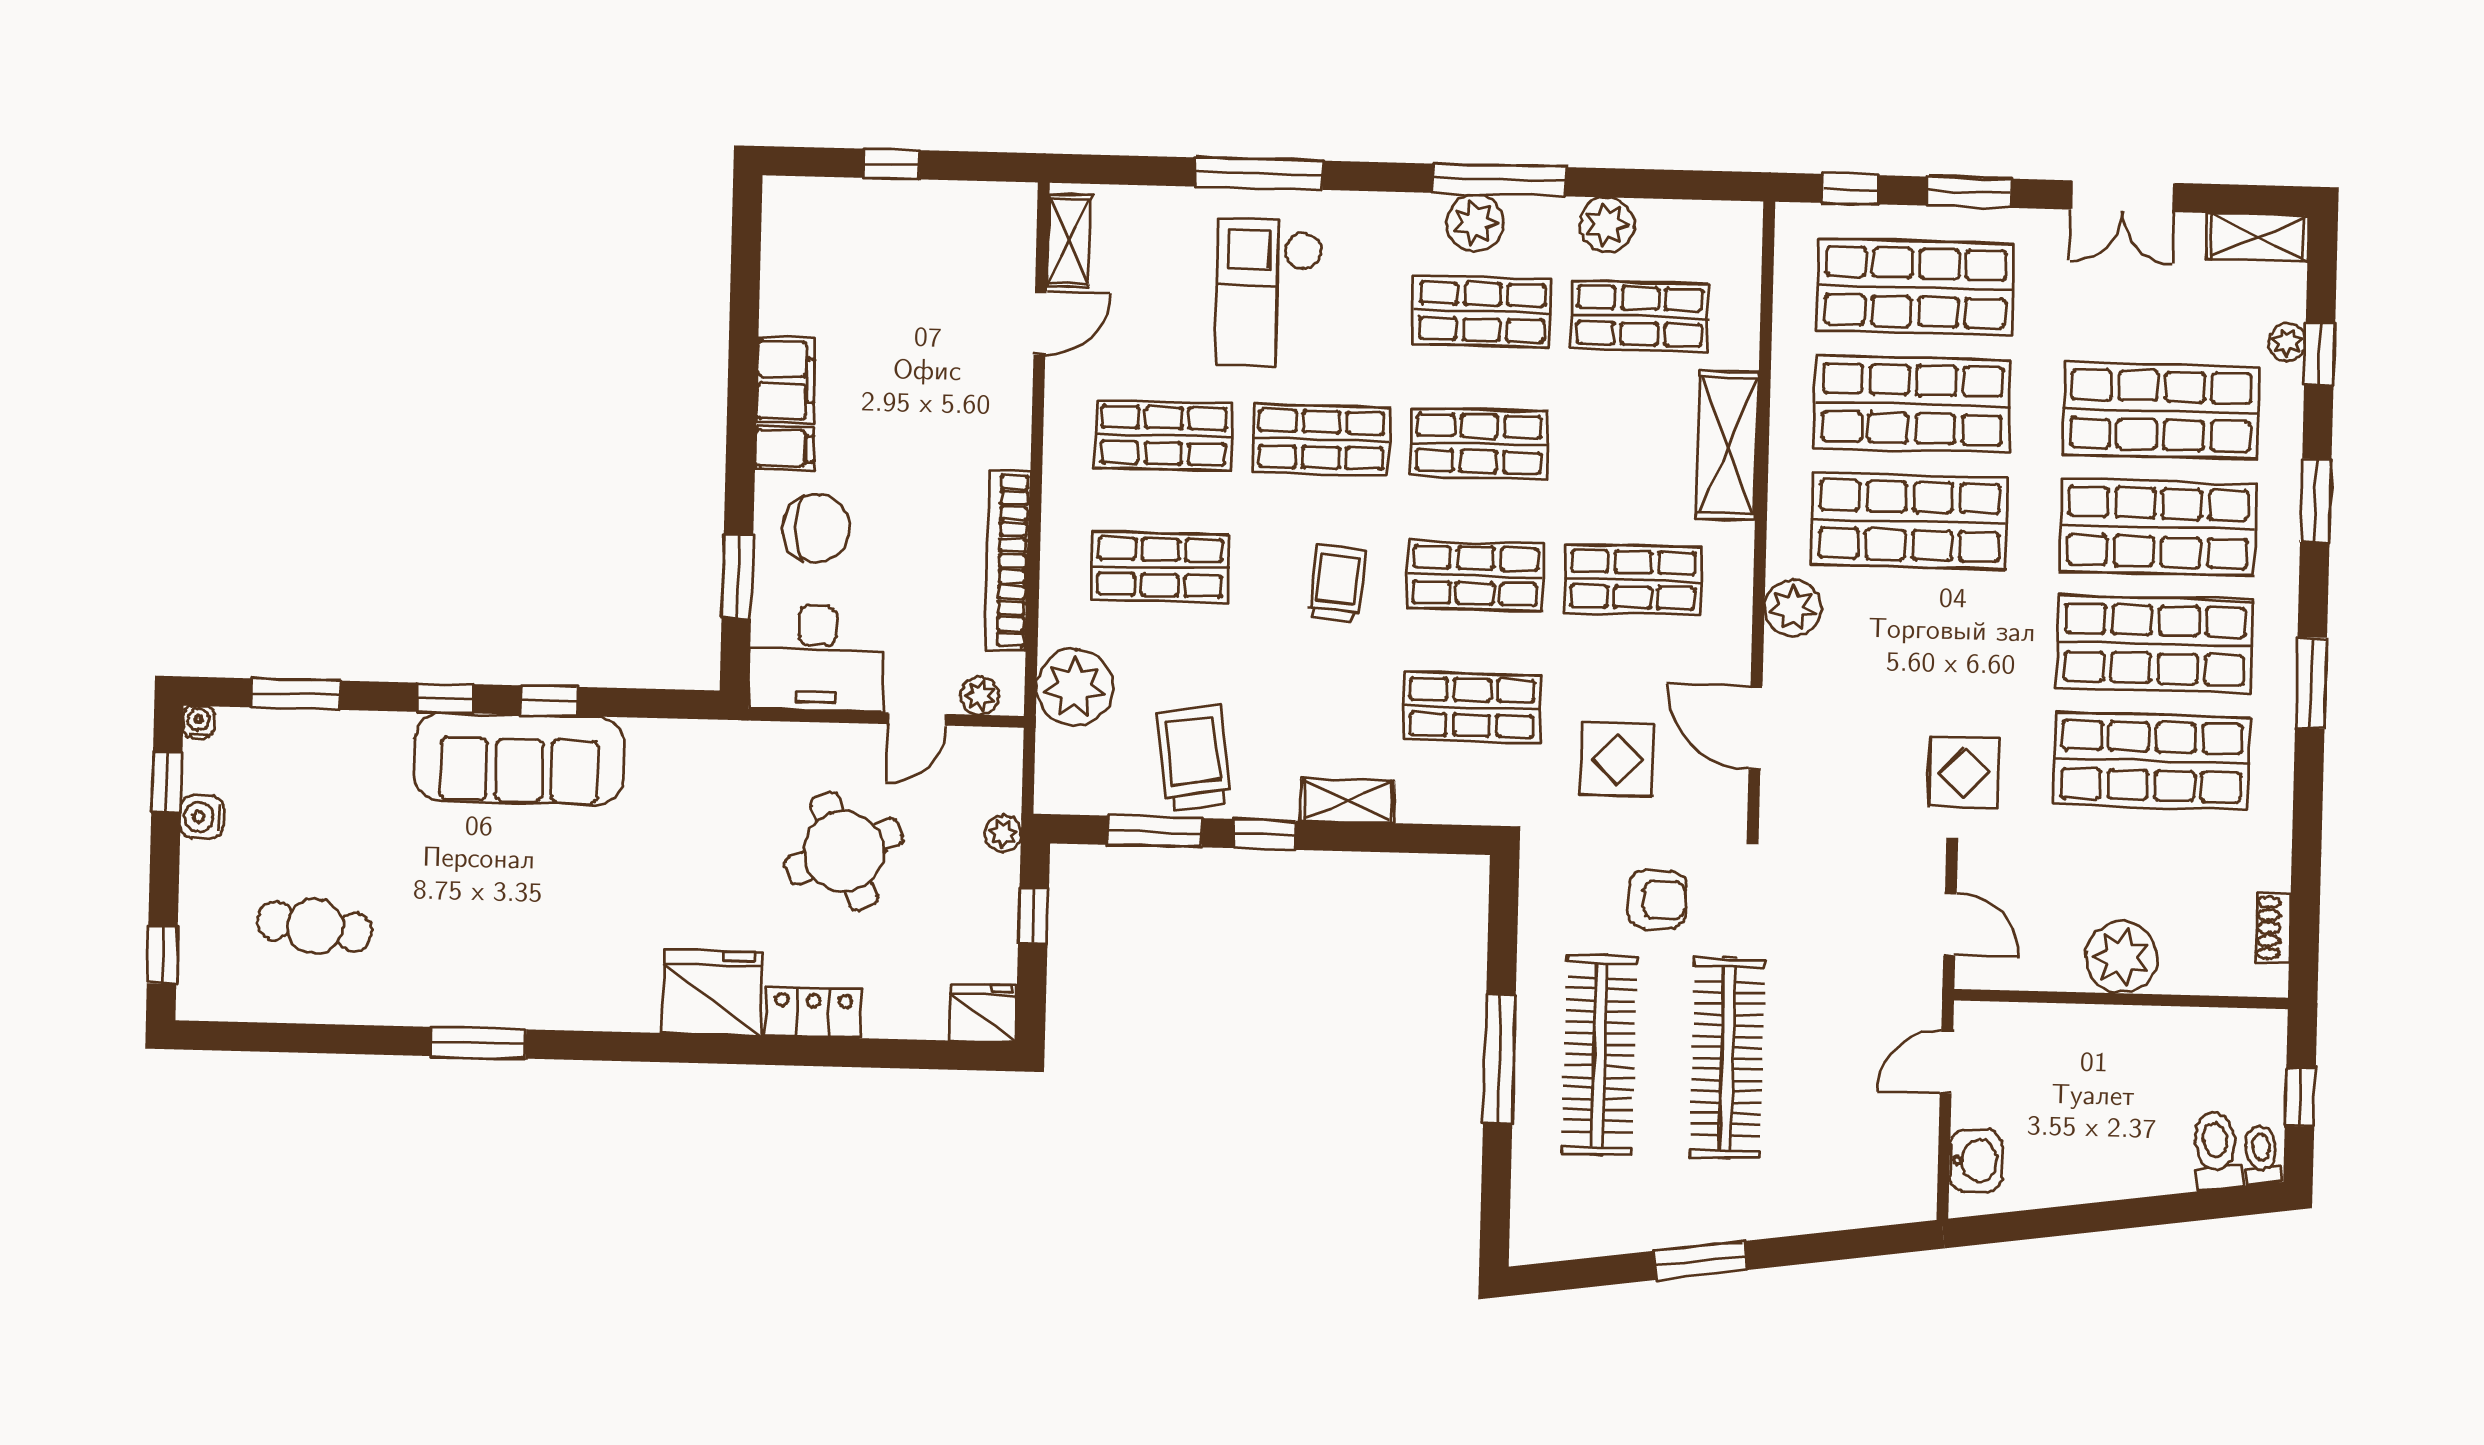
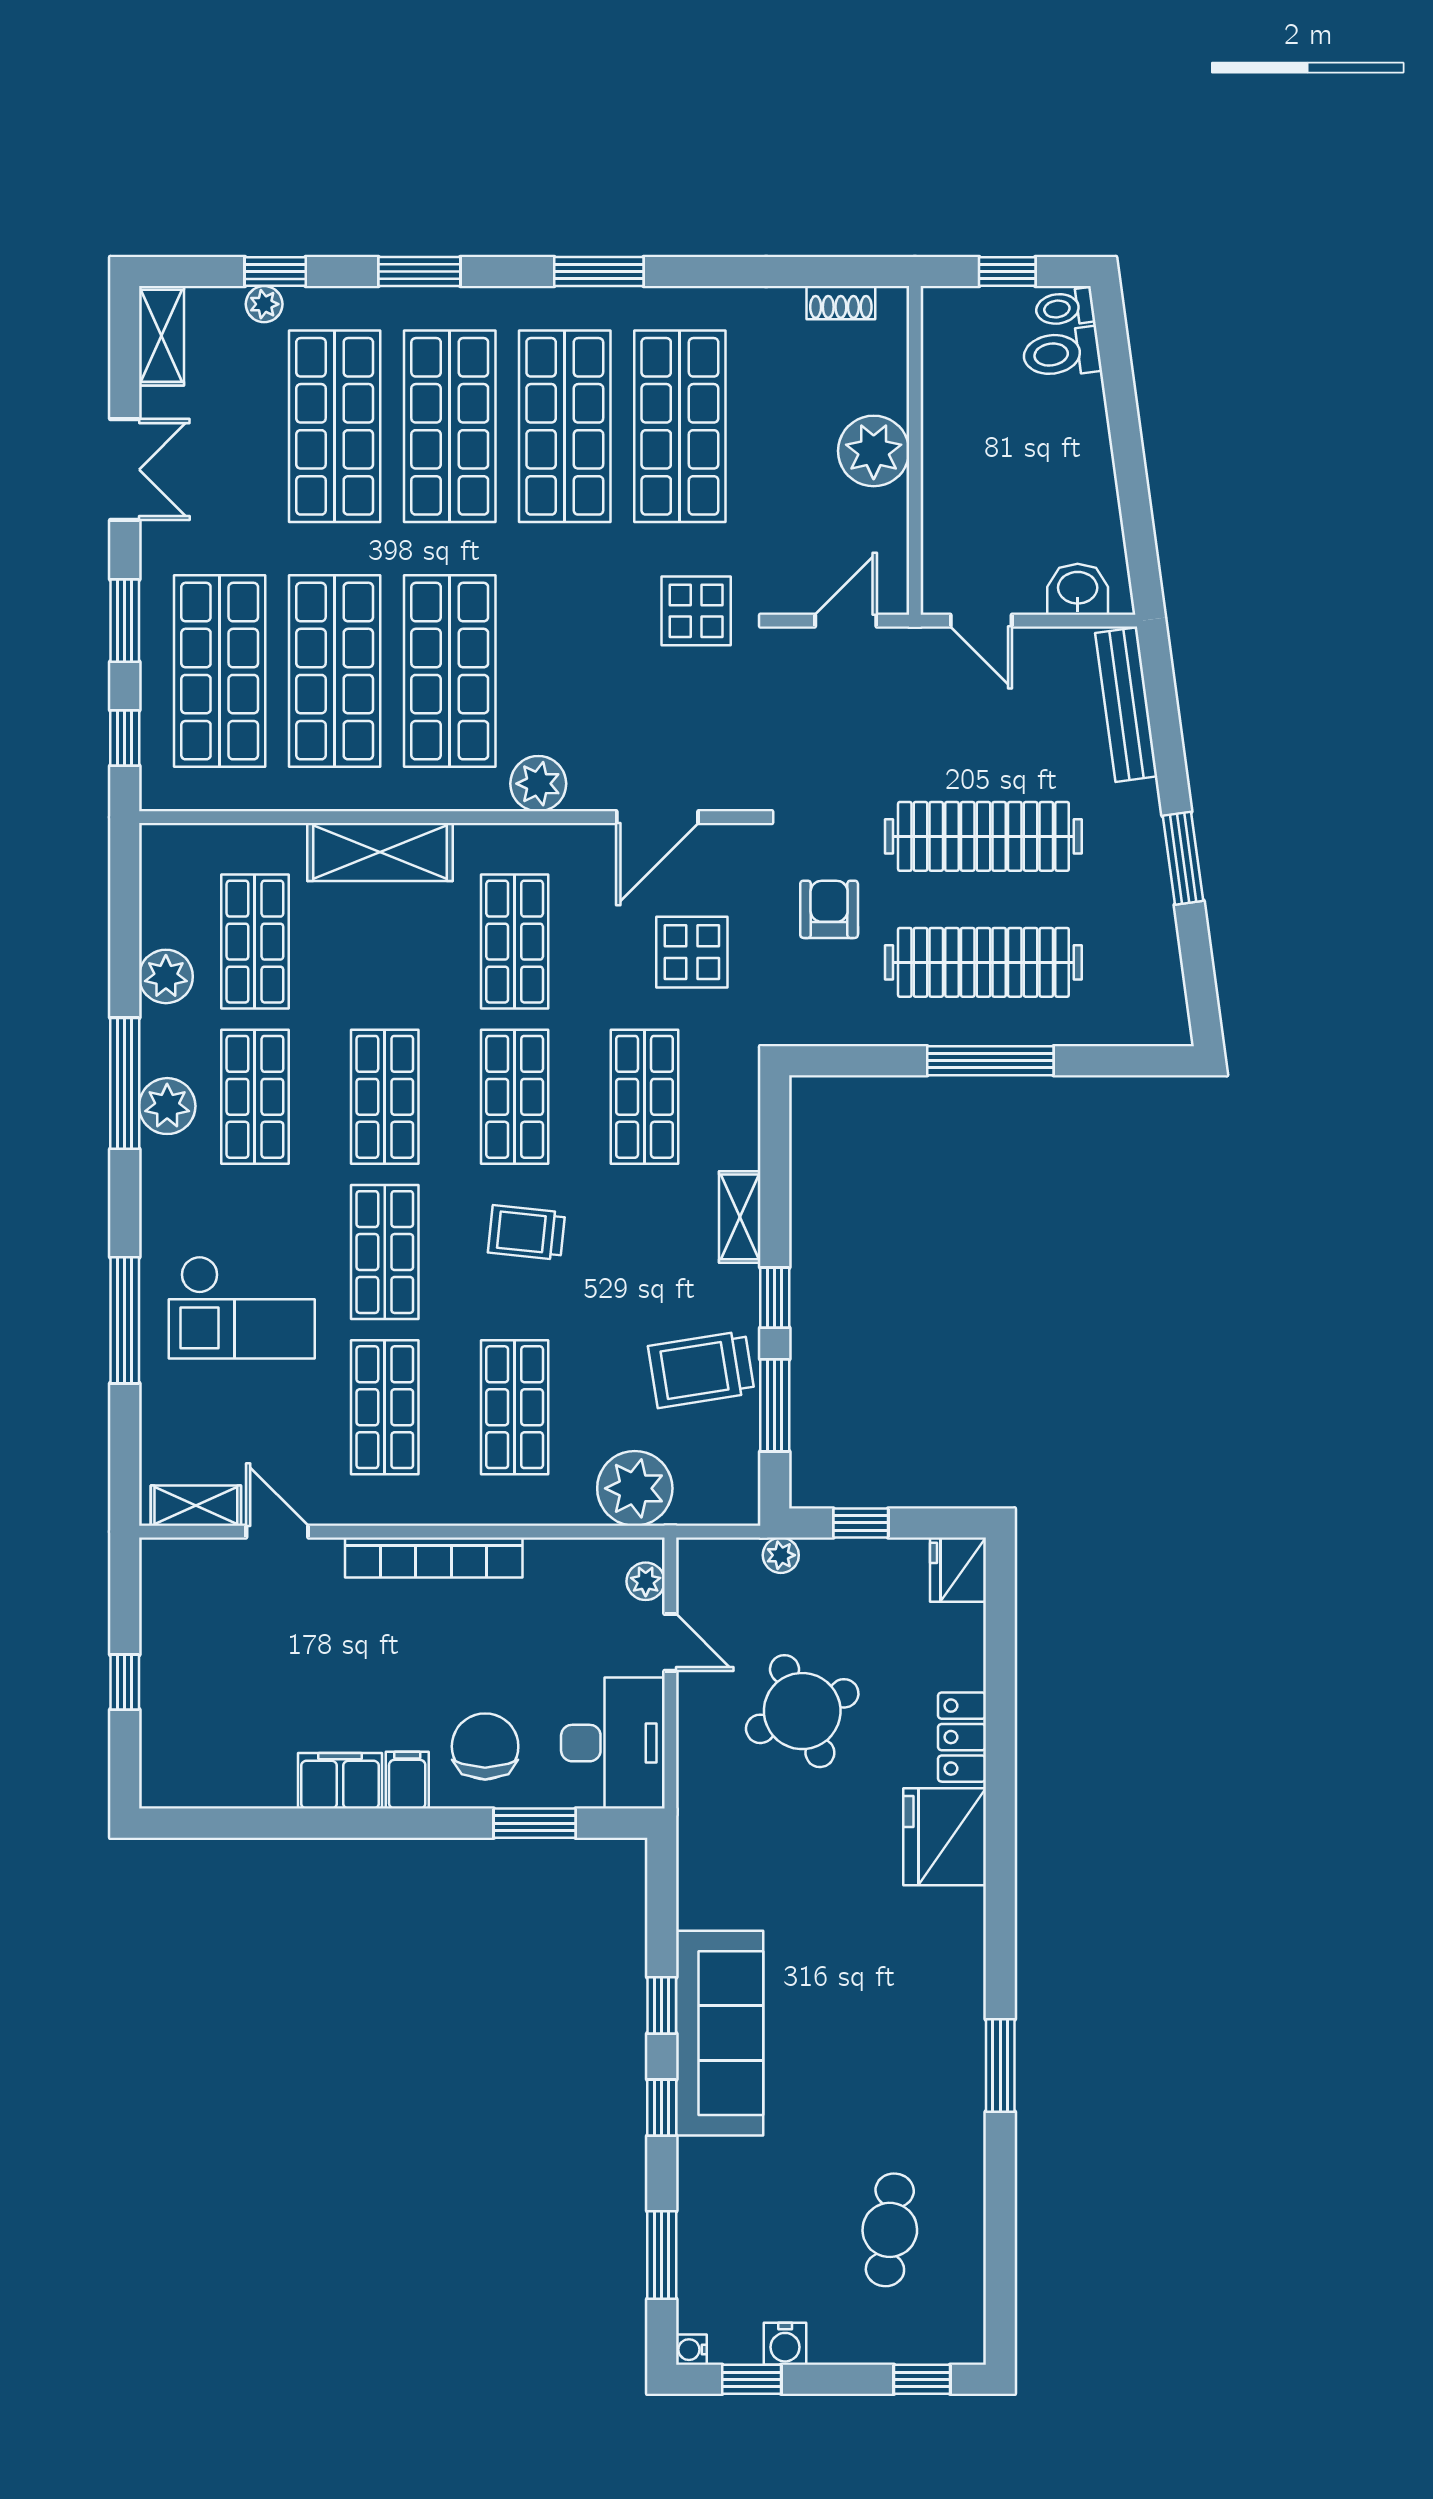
bookcase: (1008, 561) -> (434, 1557), moved
bench: (1857, 1207) -> (1126, 705), added

